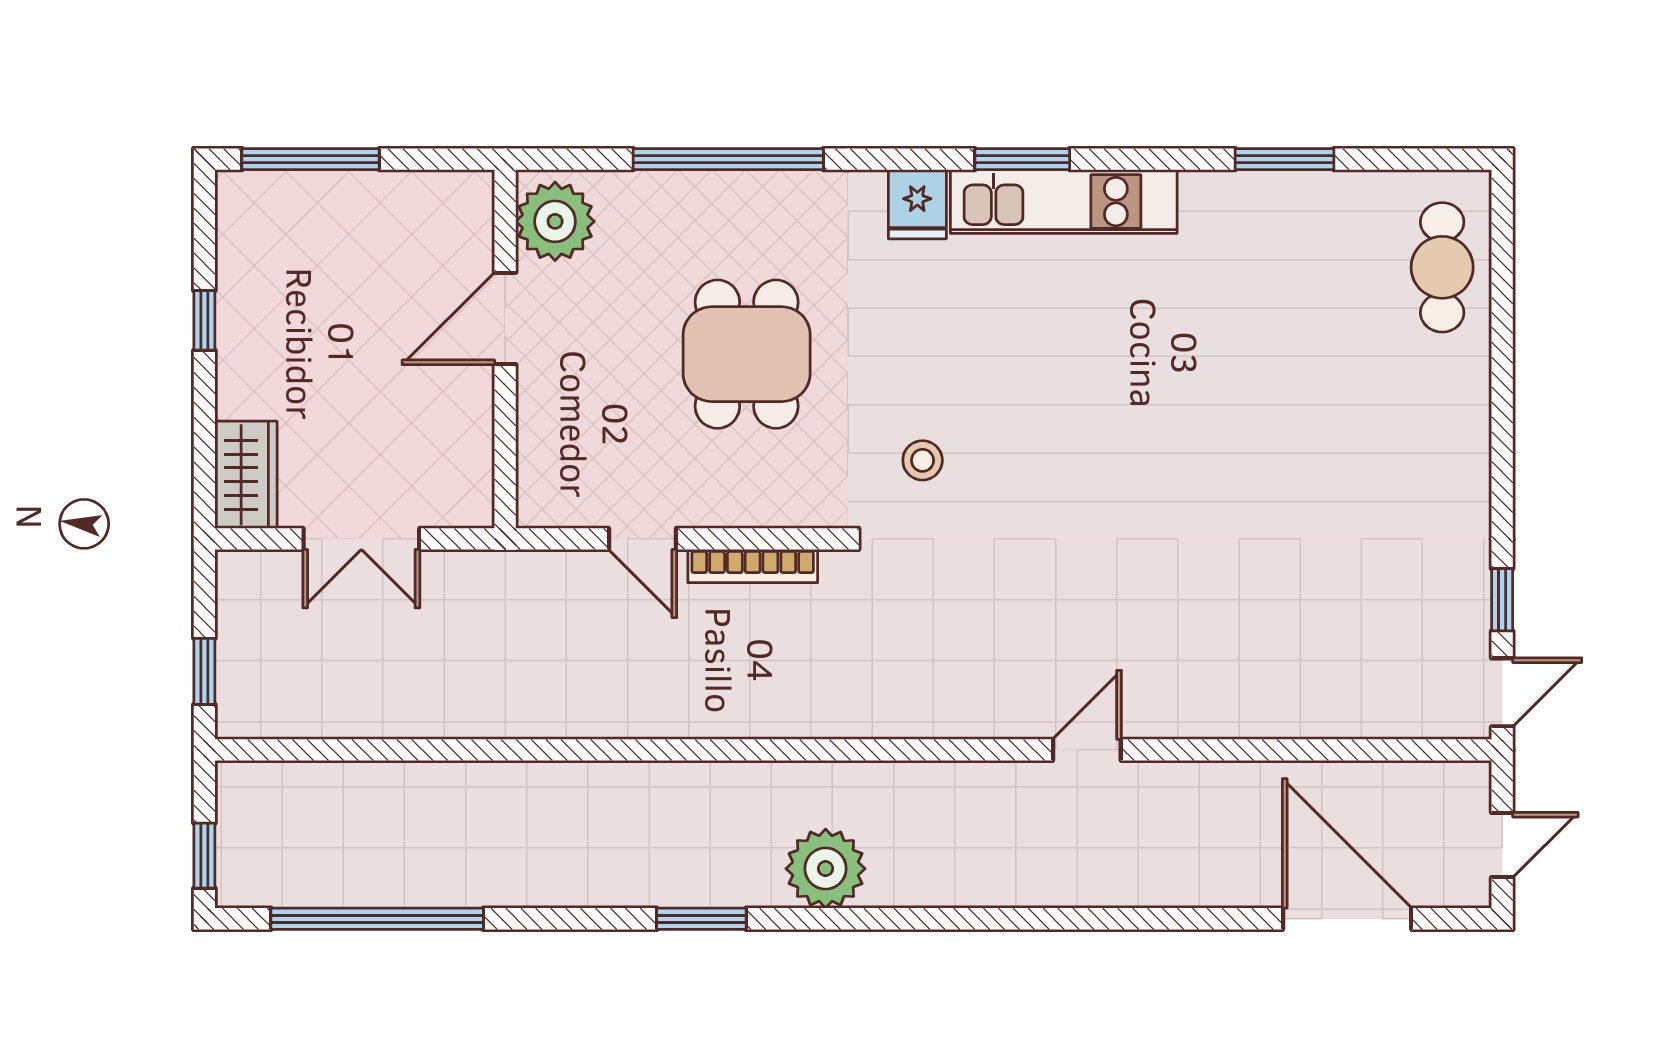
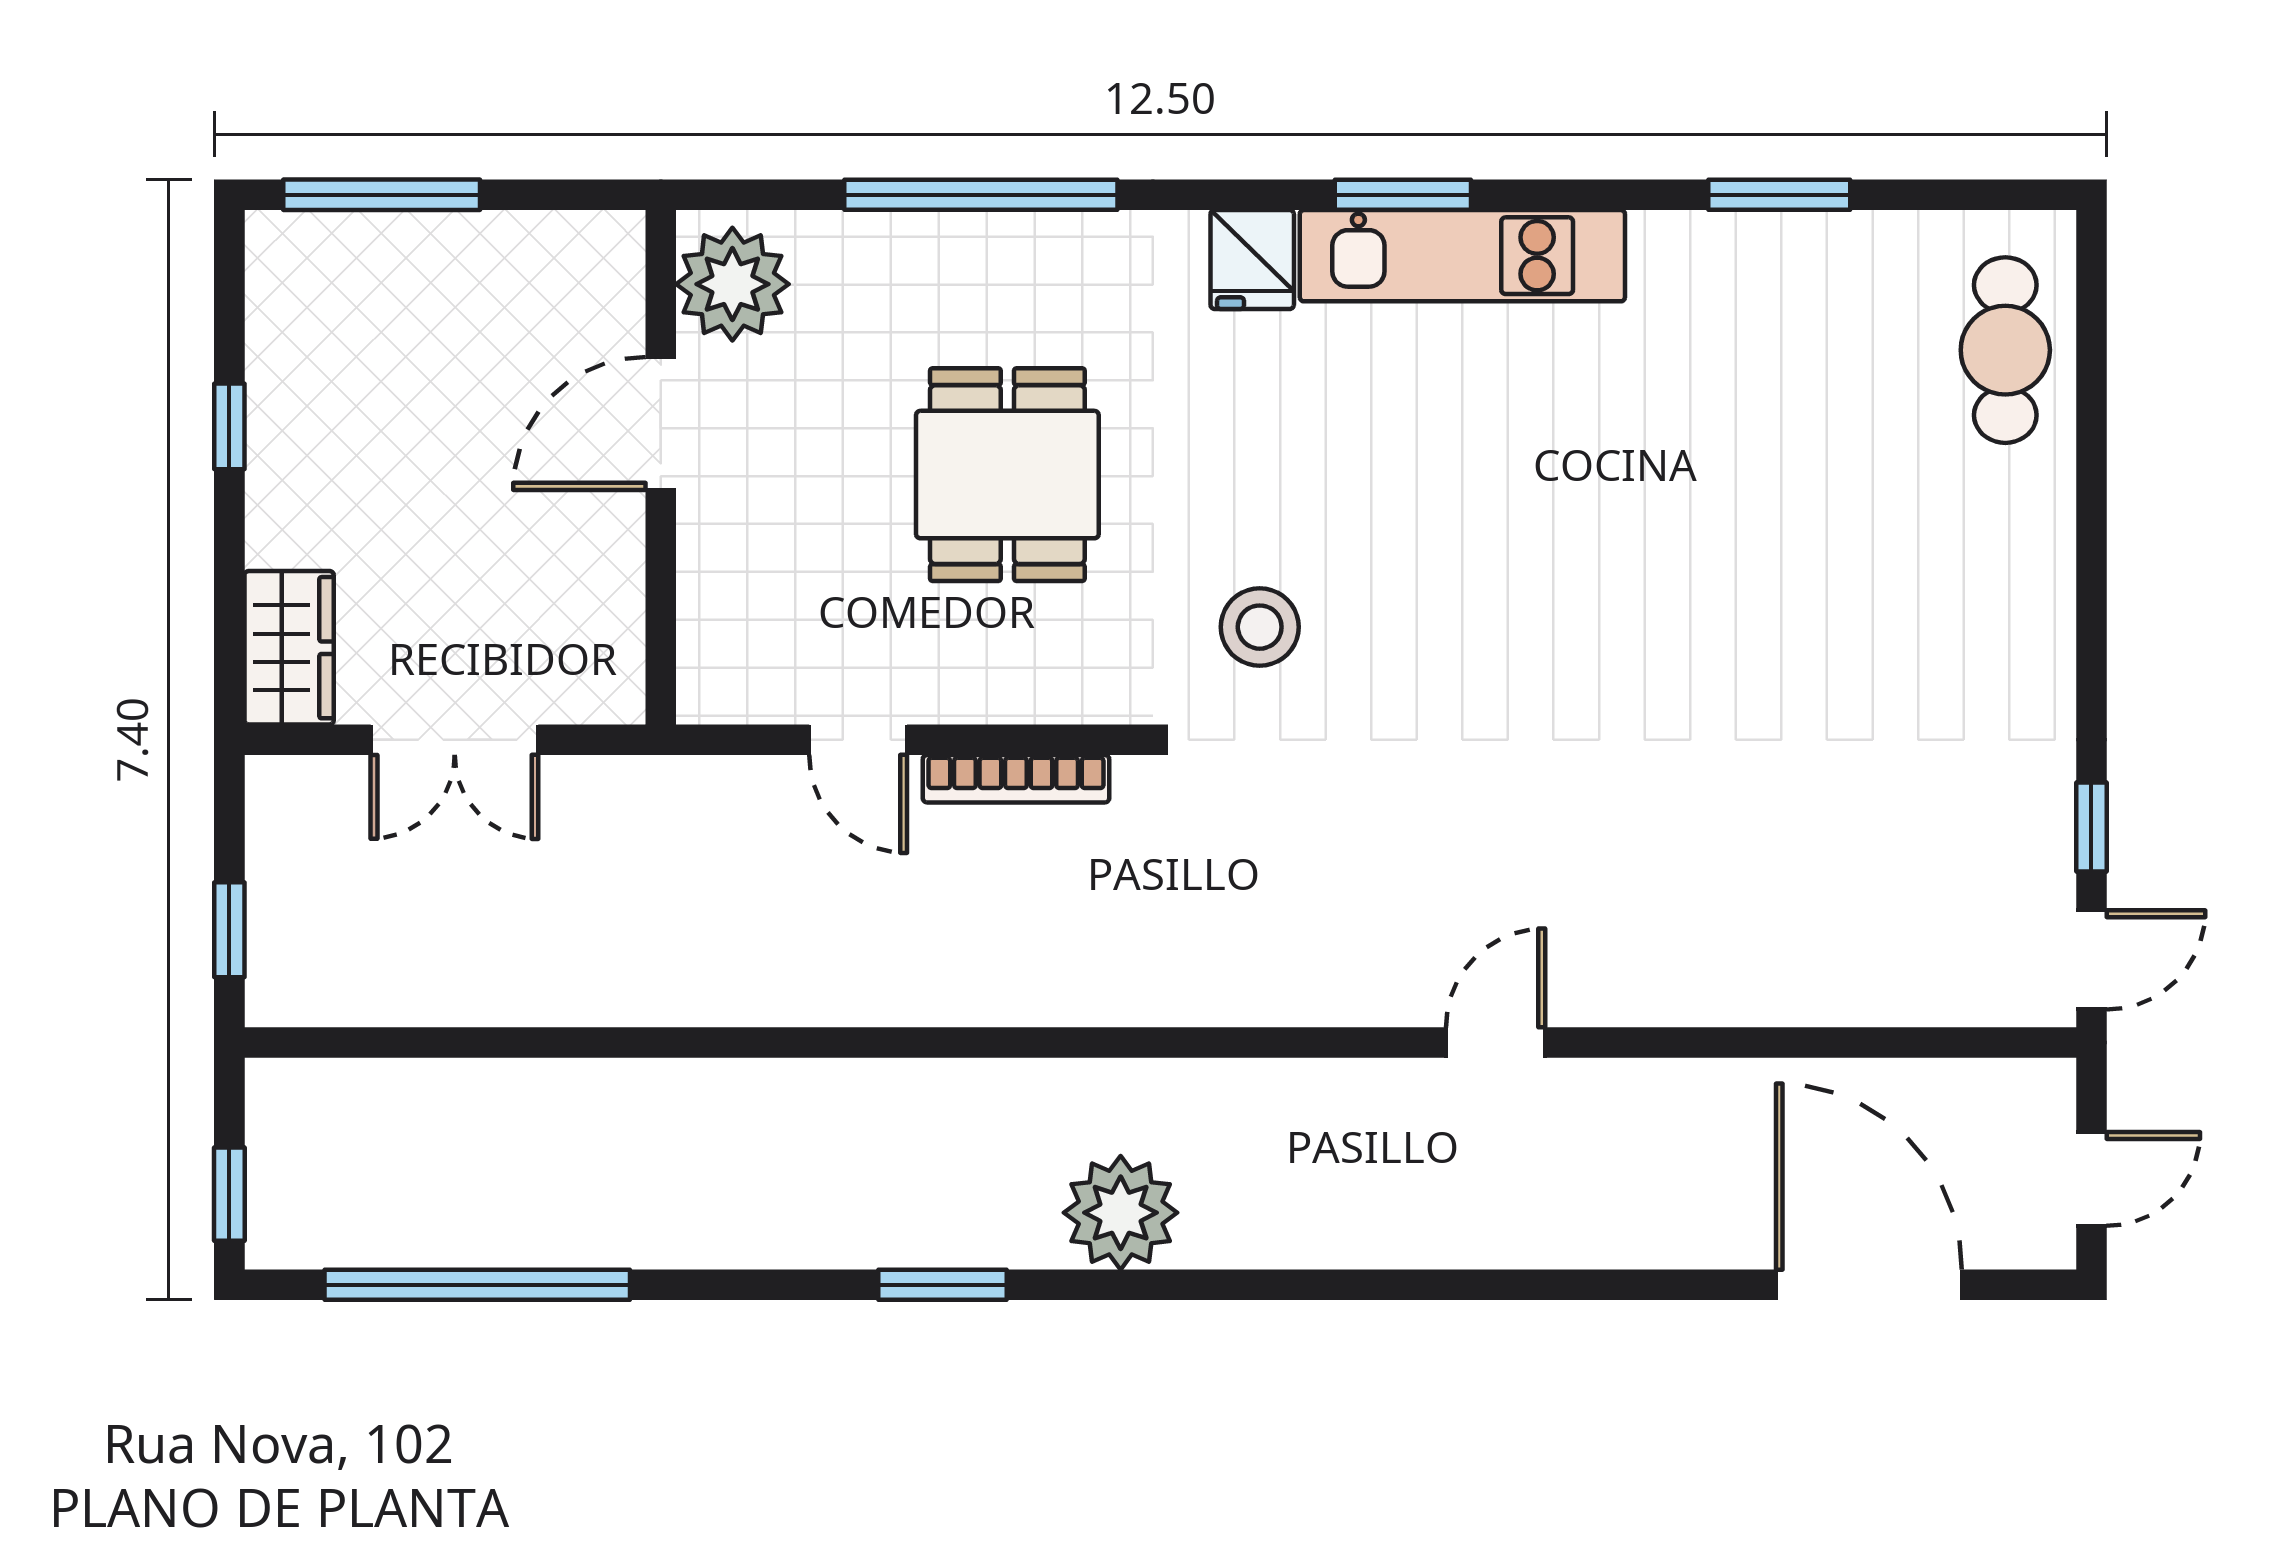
stool: (923, 460) -> (1260, 627), width x1.37, depth x1.37

